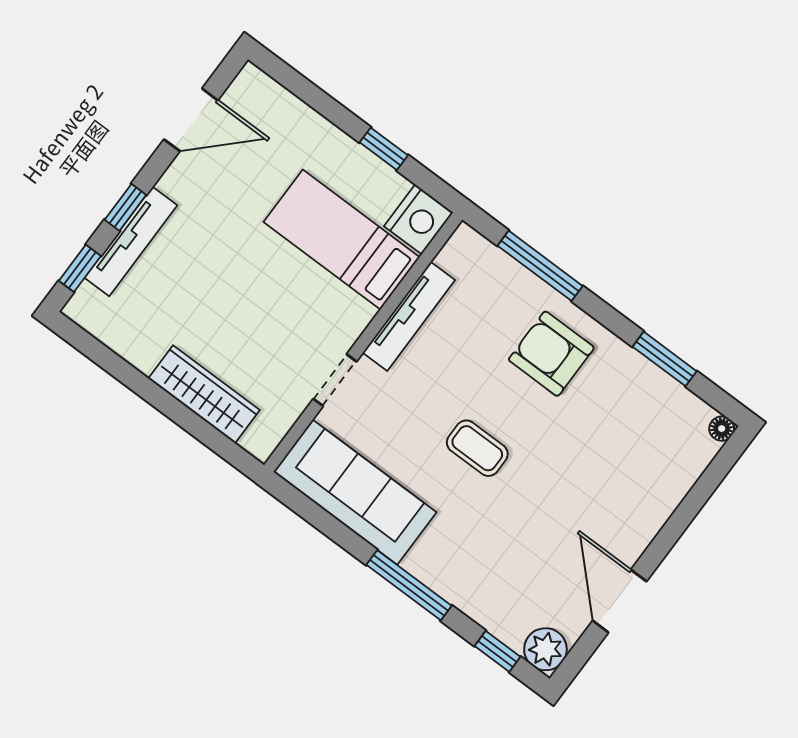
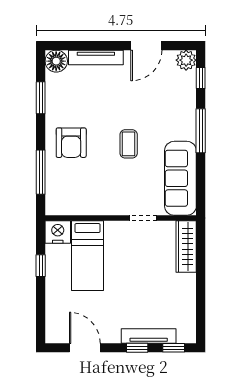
tv unit: (409, 316) -> (96, 57), moved, turned 180
wardrobe: (204, 394) -> (186, 247), moved
floor lamp: (722, 429) -> (56, 61), width x1.89, depth x1.89

